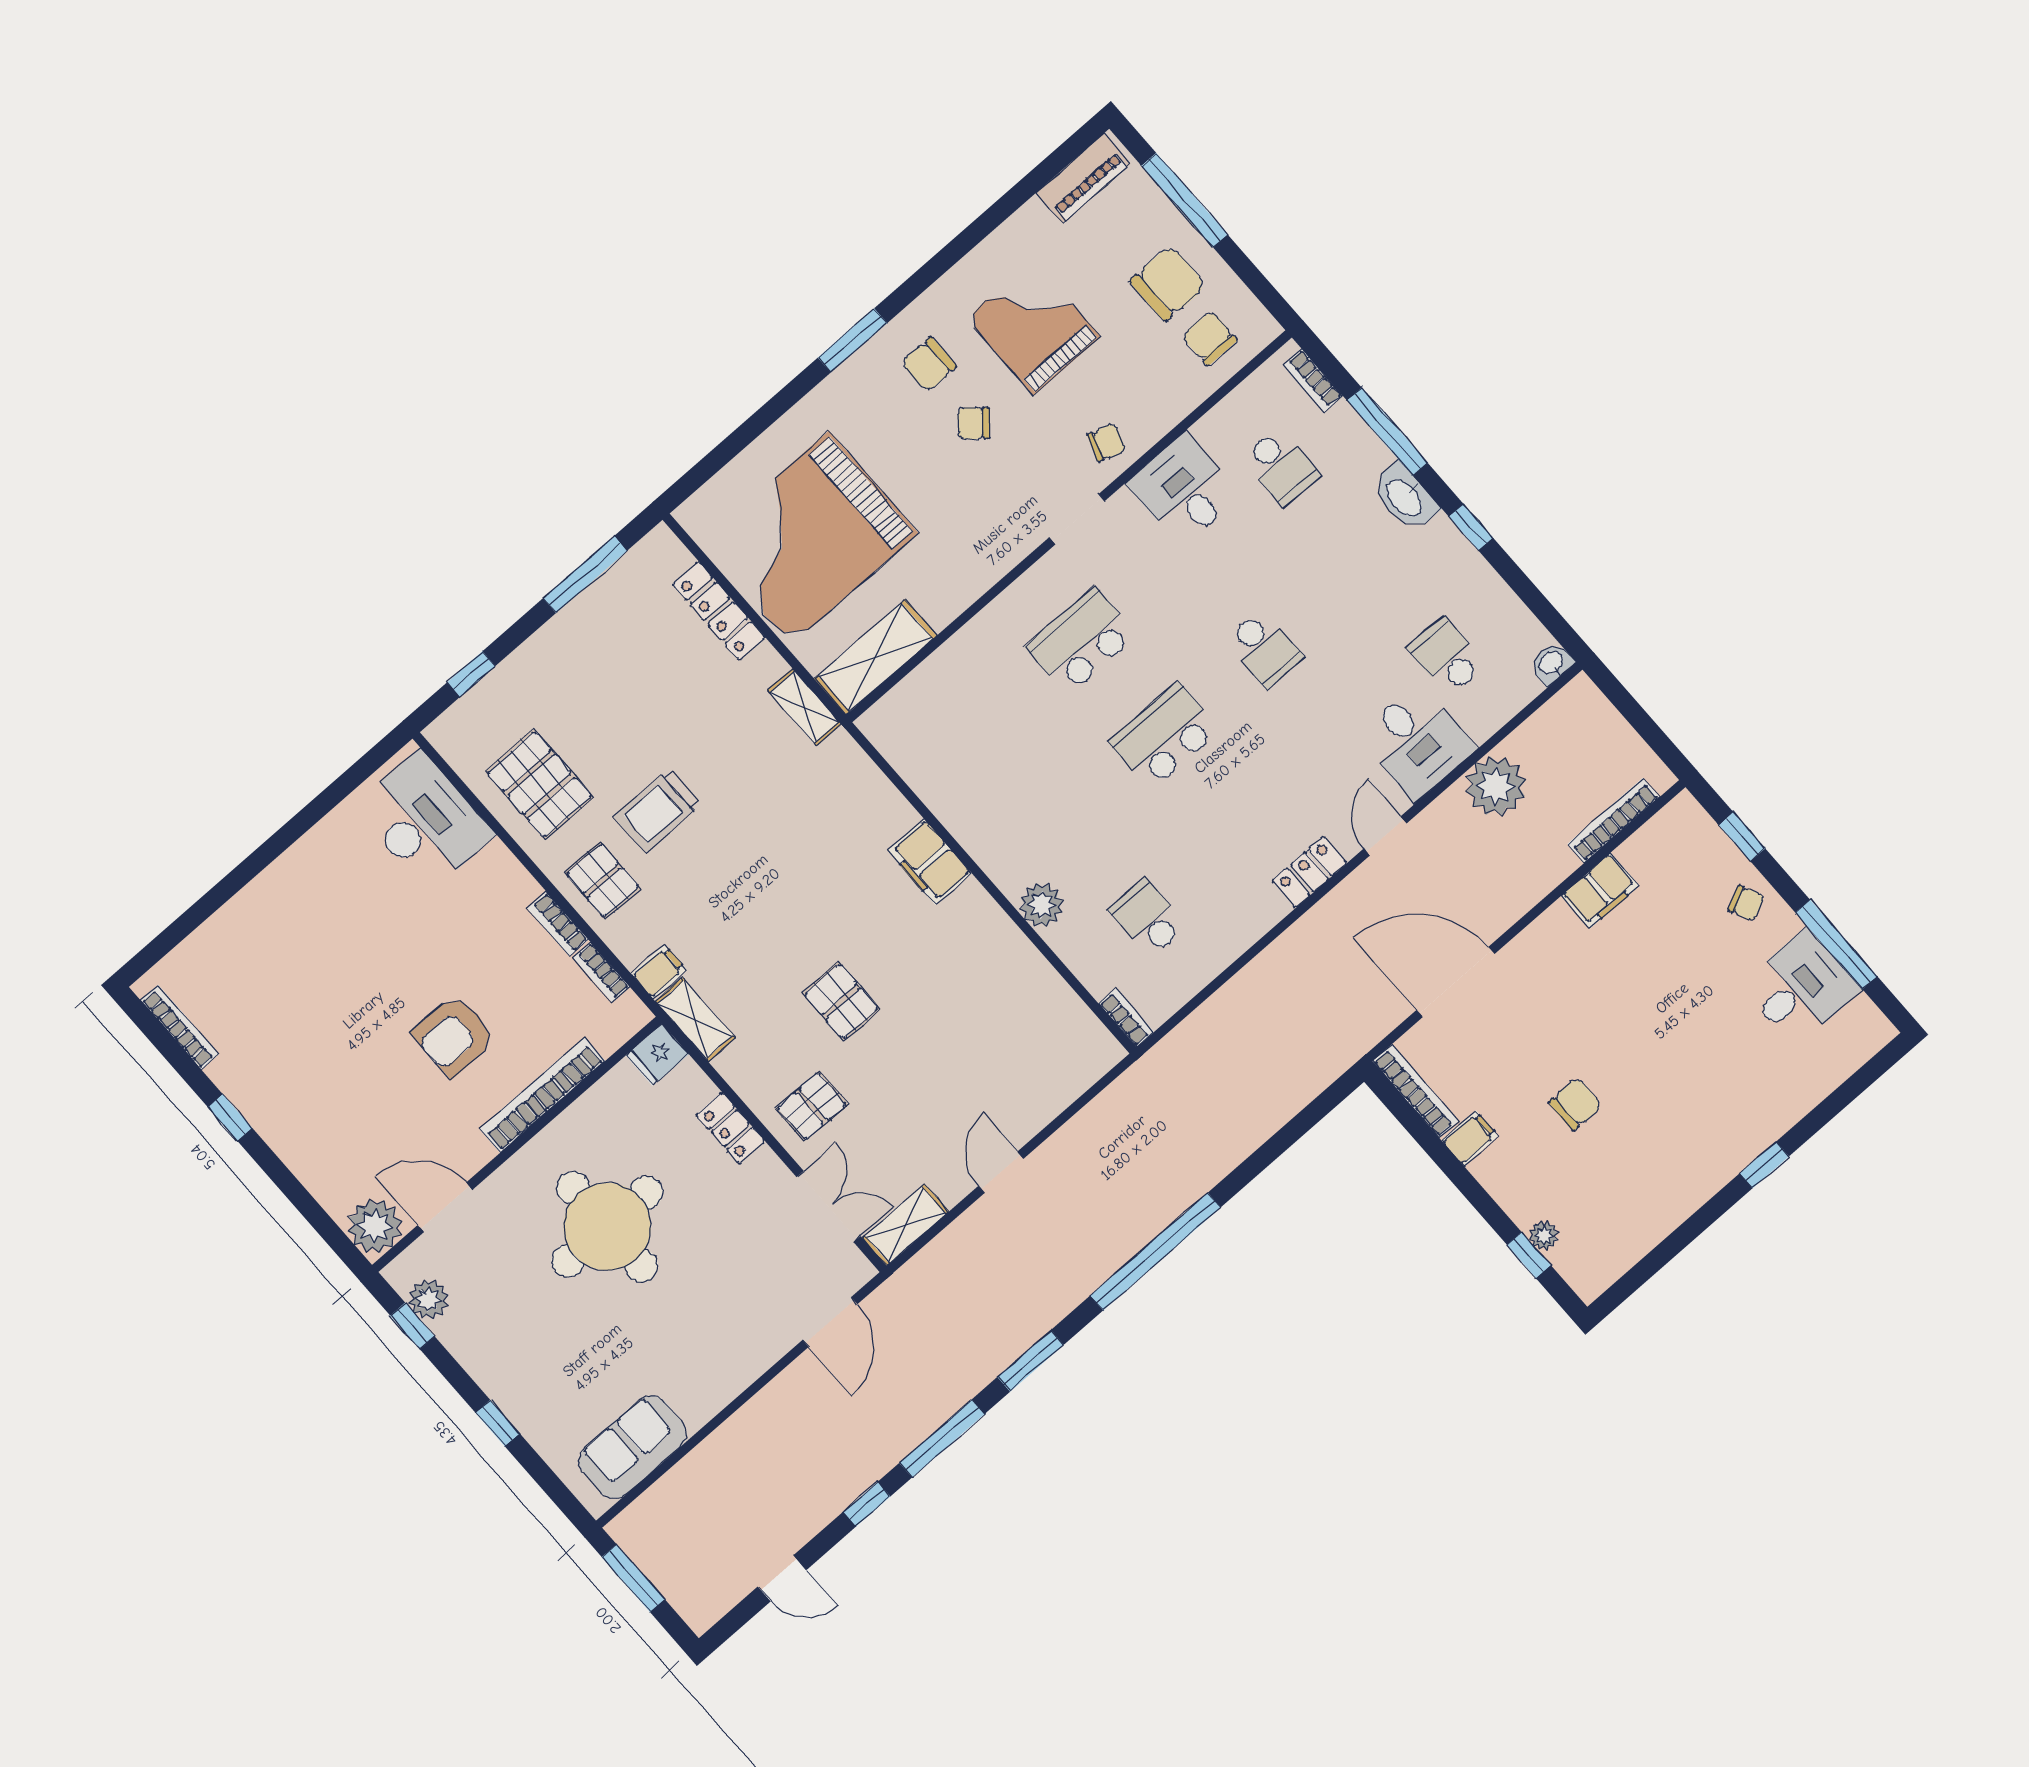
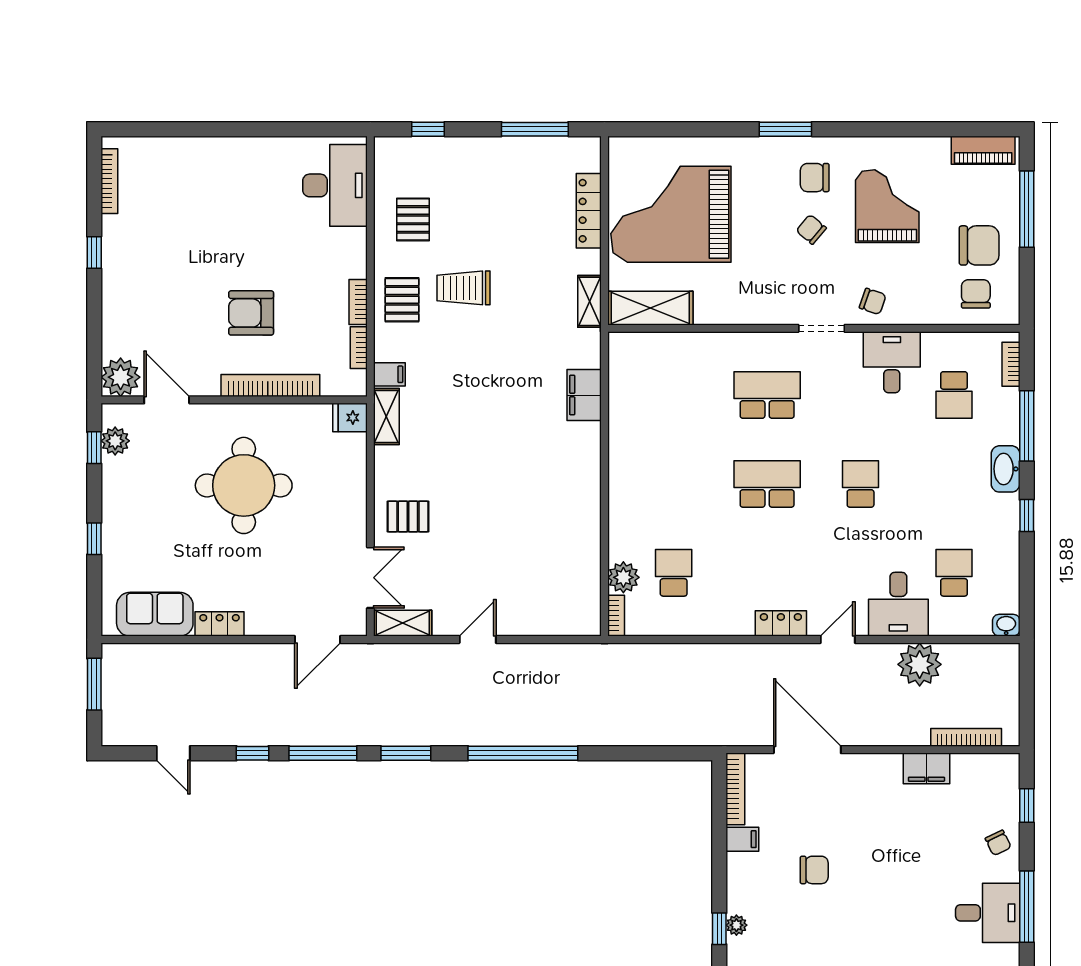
school desk: (1264, 649) -> (861, 484), turned 180
pallet: (539, 784) -> (413, 219), width x0.67, depth x0.71
filing cabinet: (930, 862) -> (584, 395), moved
plant: (1042, 905) -> (623, 577), moved
pallet: (841, 1001) -> (472, 475), removed
locker: (731, 1128) -> (220, 624), moved, turned 90

